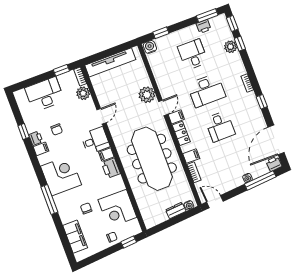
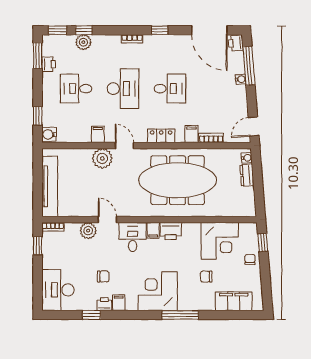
plant: (83, 93) -> (88, 231), moved
desk: (45, 94) -> (58, 290), moved
filing cabinet: (176, 117) -> (98, 134), moved

